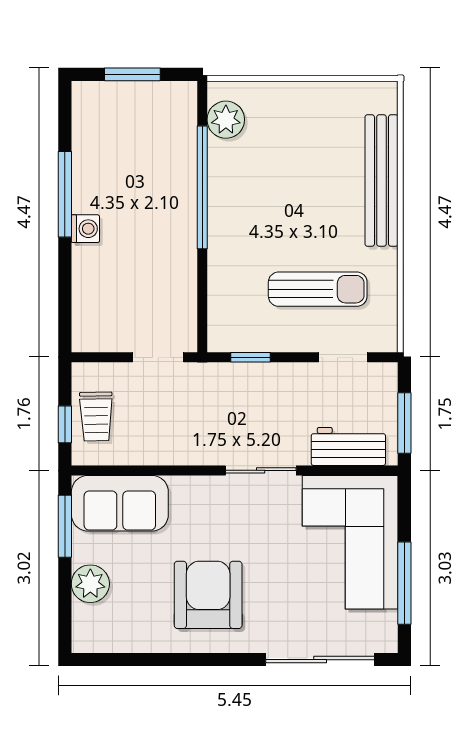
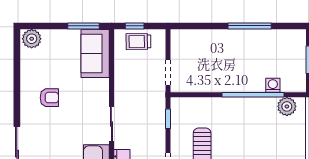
washing machine: (85, 229) -> (273, 85), moved, turned 180
plant: (90, 584) -> (32, 39), moved
armchair: (208, 595) -> (49, 98), width x0.53, depth x0.53

